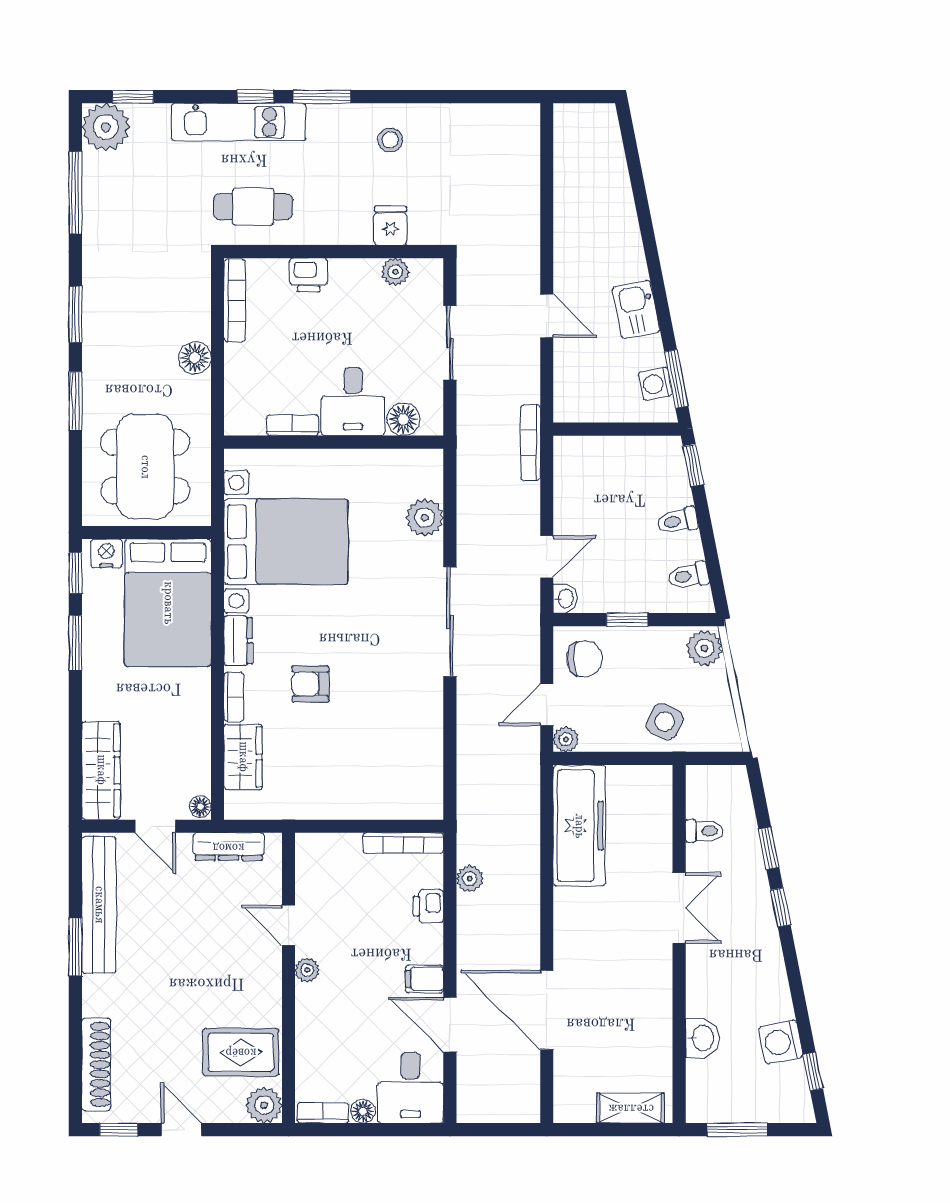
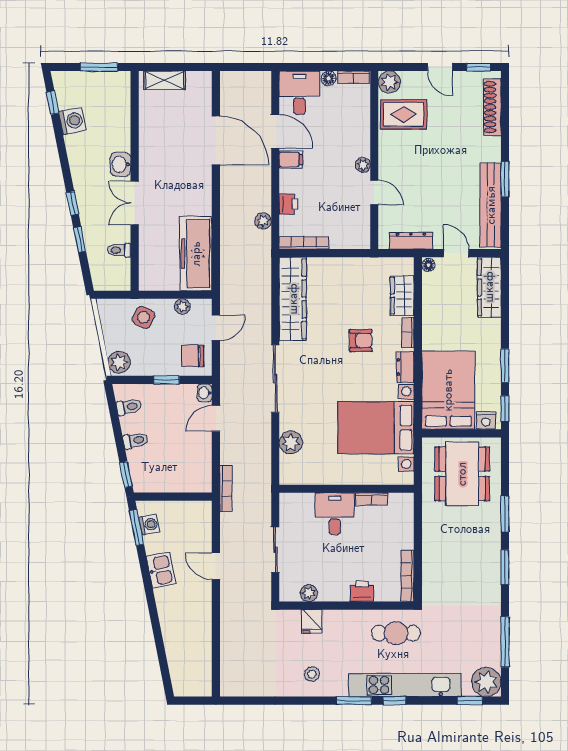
kitchen unit: (239, 122) -> (405, 685), width x1.36
floor lamp: (195, 358) -> (432, 540), removed
floor lamp: (403, 419) -> (304, 503), removed
plant: (566, 739) -> (182, 307), moved
wardrobe: (421, 752) -> (293, 299), added
washbasin: (702, 1038) -> (120, 164), moved

